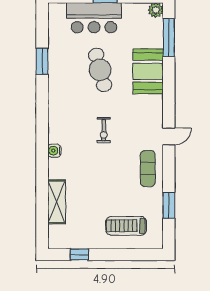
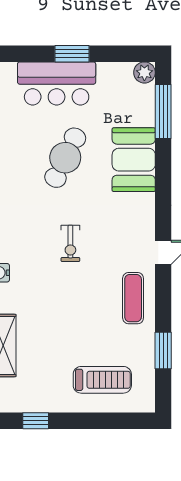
cafe table: (100, 70) -> (65, 158), turned 41
treadmill: (126, 226) -> (102, 380), turned 180

